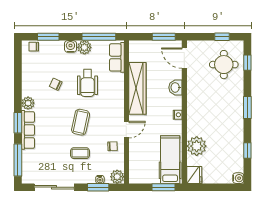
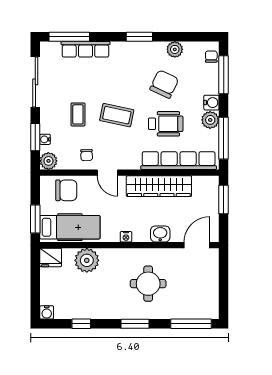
window: (48, 37) -> (224, 75), width x1.44
window: (164, 37) -> (224, 200), moved
window: (222, 37) -> (224, 292), removed
row of seats: (117, 57) -> (179, 161), width x2.02
window: (247, 63) -> (191, 324), width x2.17
round table: (224, 65) -> (148, 284), moved
wheelchair: (87, 83) -> (166, 124), turned 180
chair: (56, 84) -> (164, 84), width x1.87, depth x1.87
plant: (28, 103) -> (175, 49), moved
window: (18, 123) -> (139, 37), moved
row of seats: (28, 130) -> (85, 49), moved
chair: (141, 162) -> (66, 190), added

